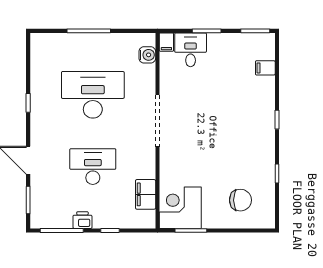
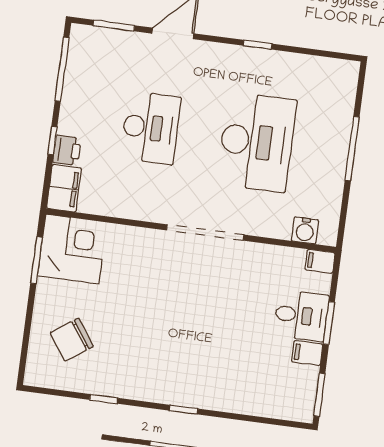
desk: (191, 50) -> (301, 316), moved
filing cabinet: (265, 68) -> (307, 353), moved, turned -90
filing cabinet: (146, 194) -> (64, 188), moved, turned 90
chair: (240, 200) -> (72, 340), turned 55
printer: (82, 220) -> (67, 150), moved

